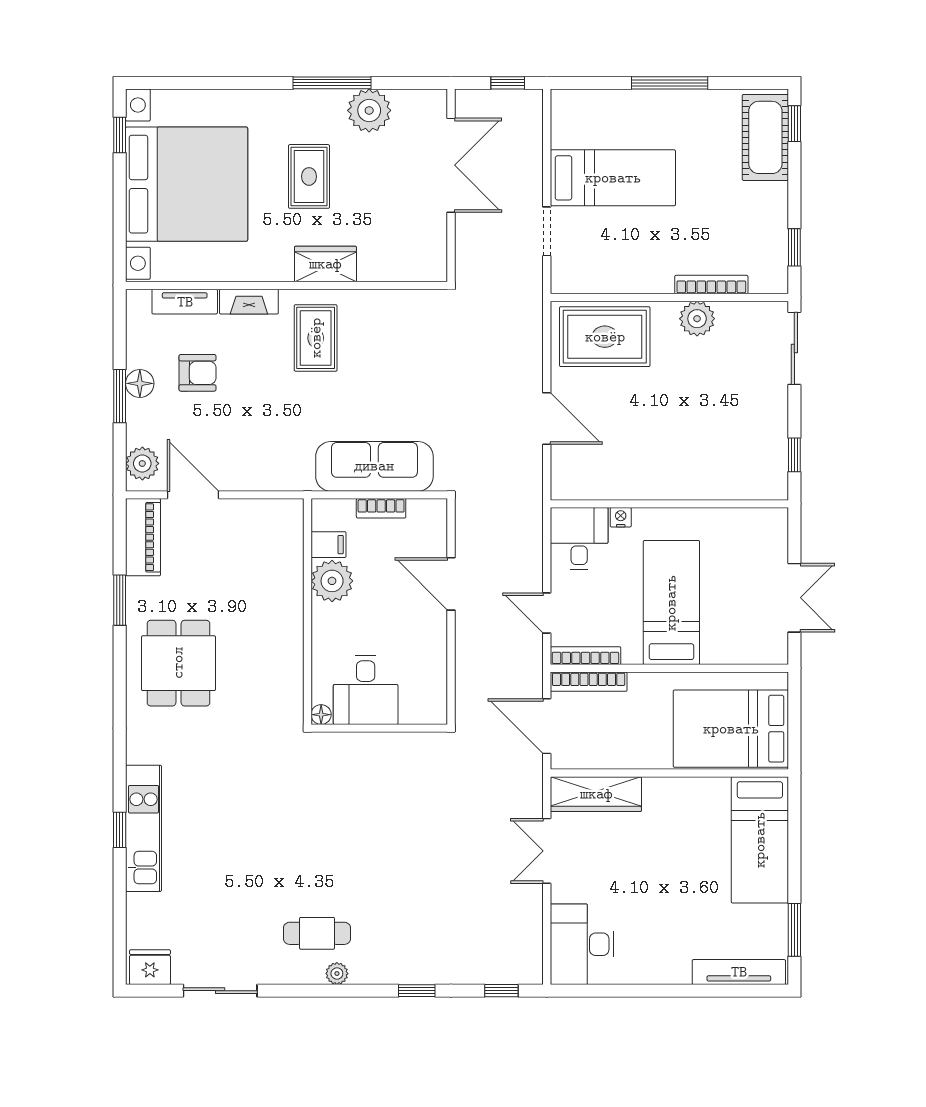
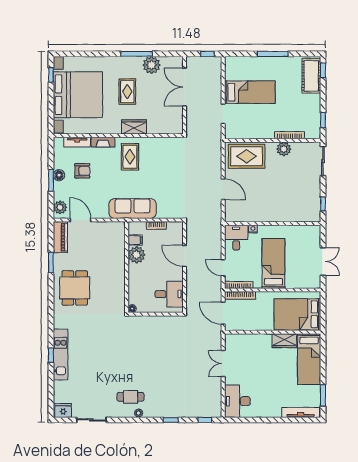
double door: (451, 165) -> (185, 87), swing flipped
sofa: (374, 466) -> (133, 209), moved
desk: (366, 690) -> (169, 294), moved, turned -90
wardrobe: (596, 794) -> (284, 341), moved, width x0.67

